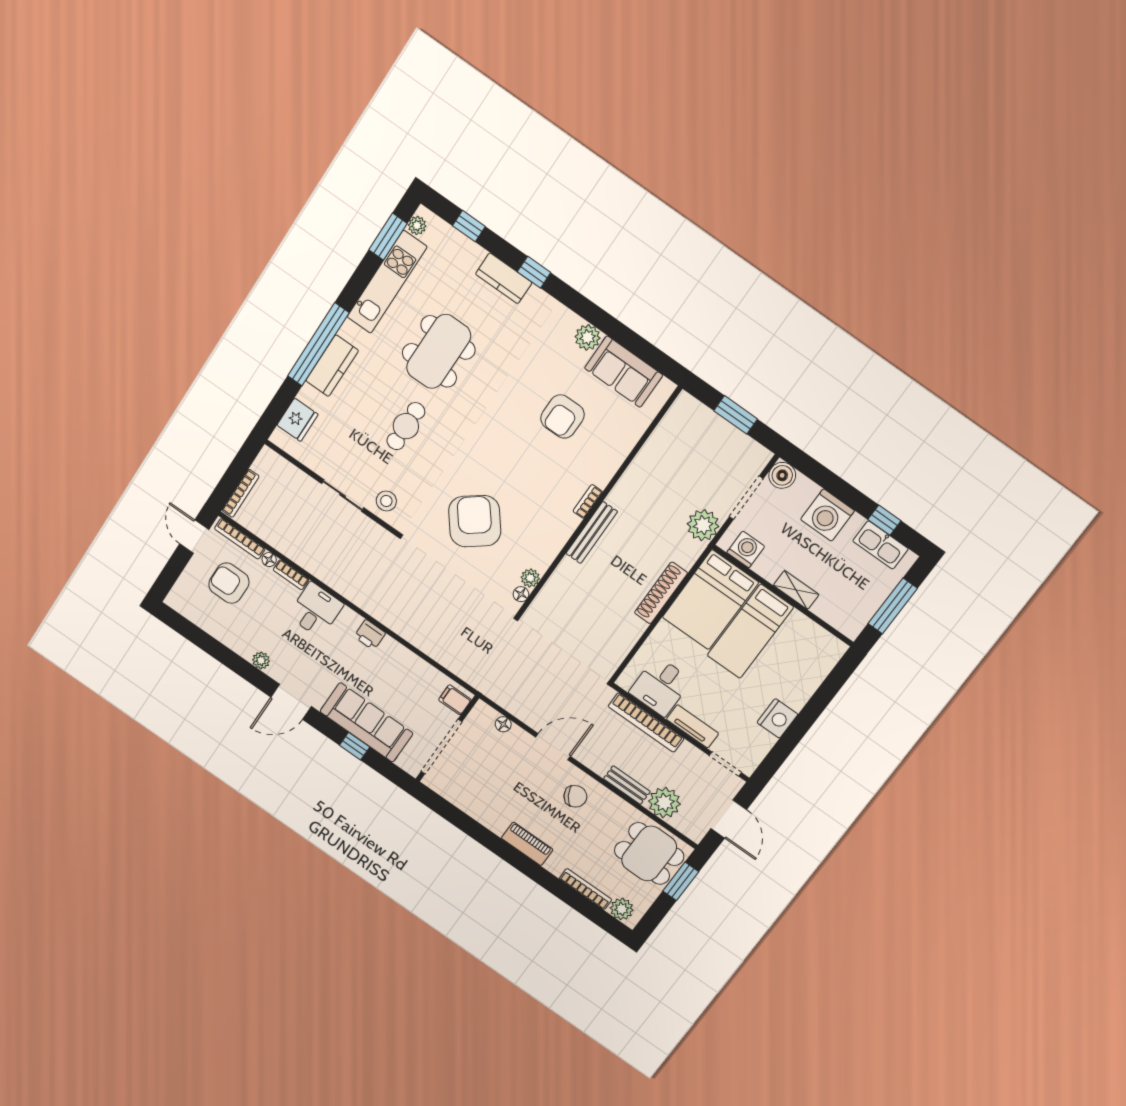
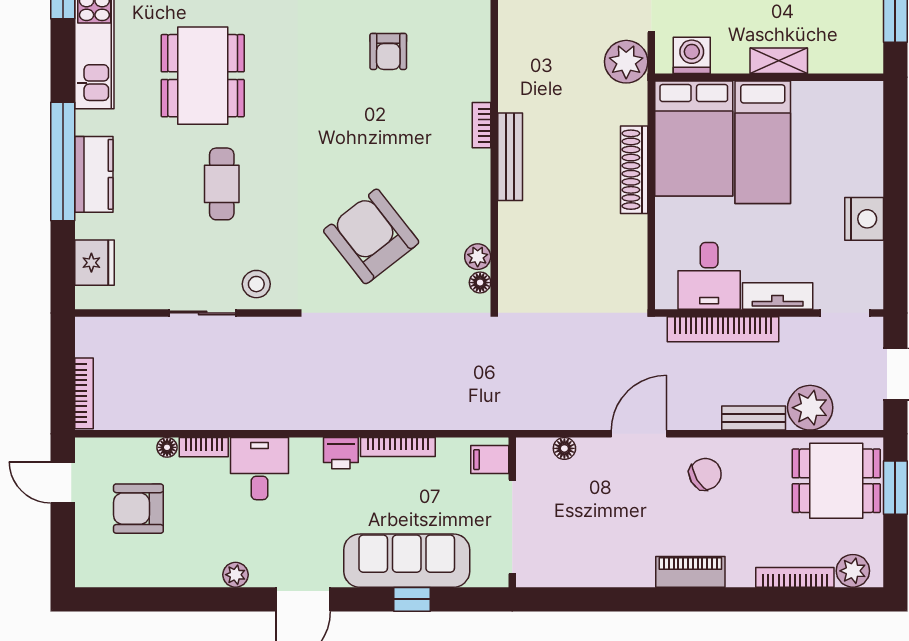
armchair: (562, 417) -> (388, 51), width x0.72, depth x0.72
bookcase: (240, 539) -> (398, 447), moved

